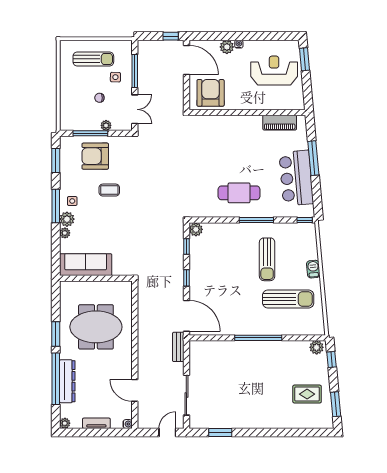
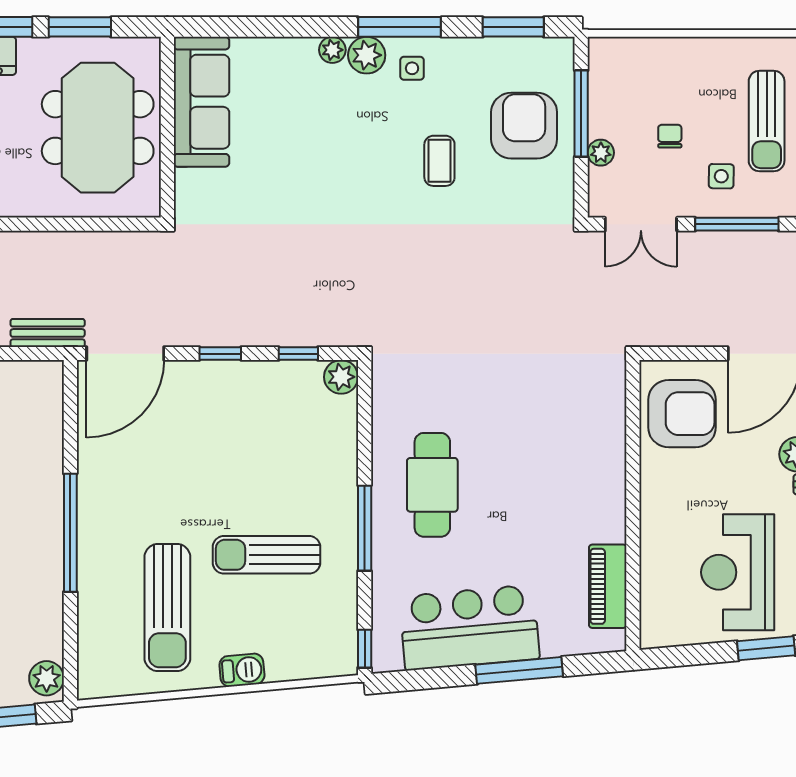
reception desk: (274, 71) -> (738, 572), turned 180
sofa: (86, 265) -> (201, 102), moved
wall: (96, 278) -> (167, 127), moved

